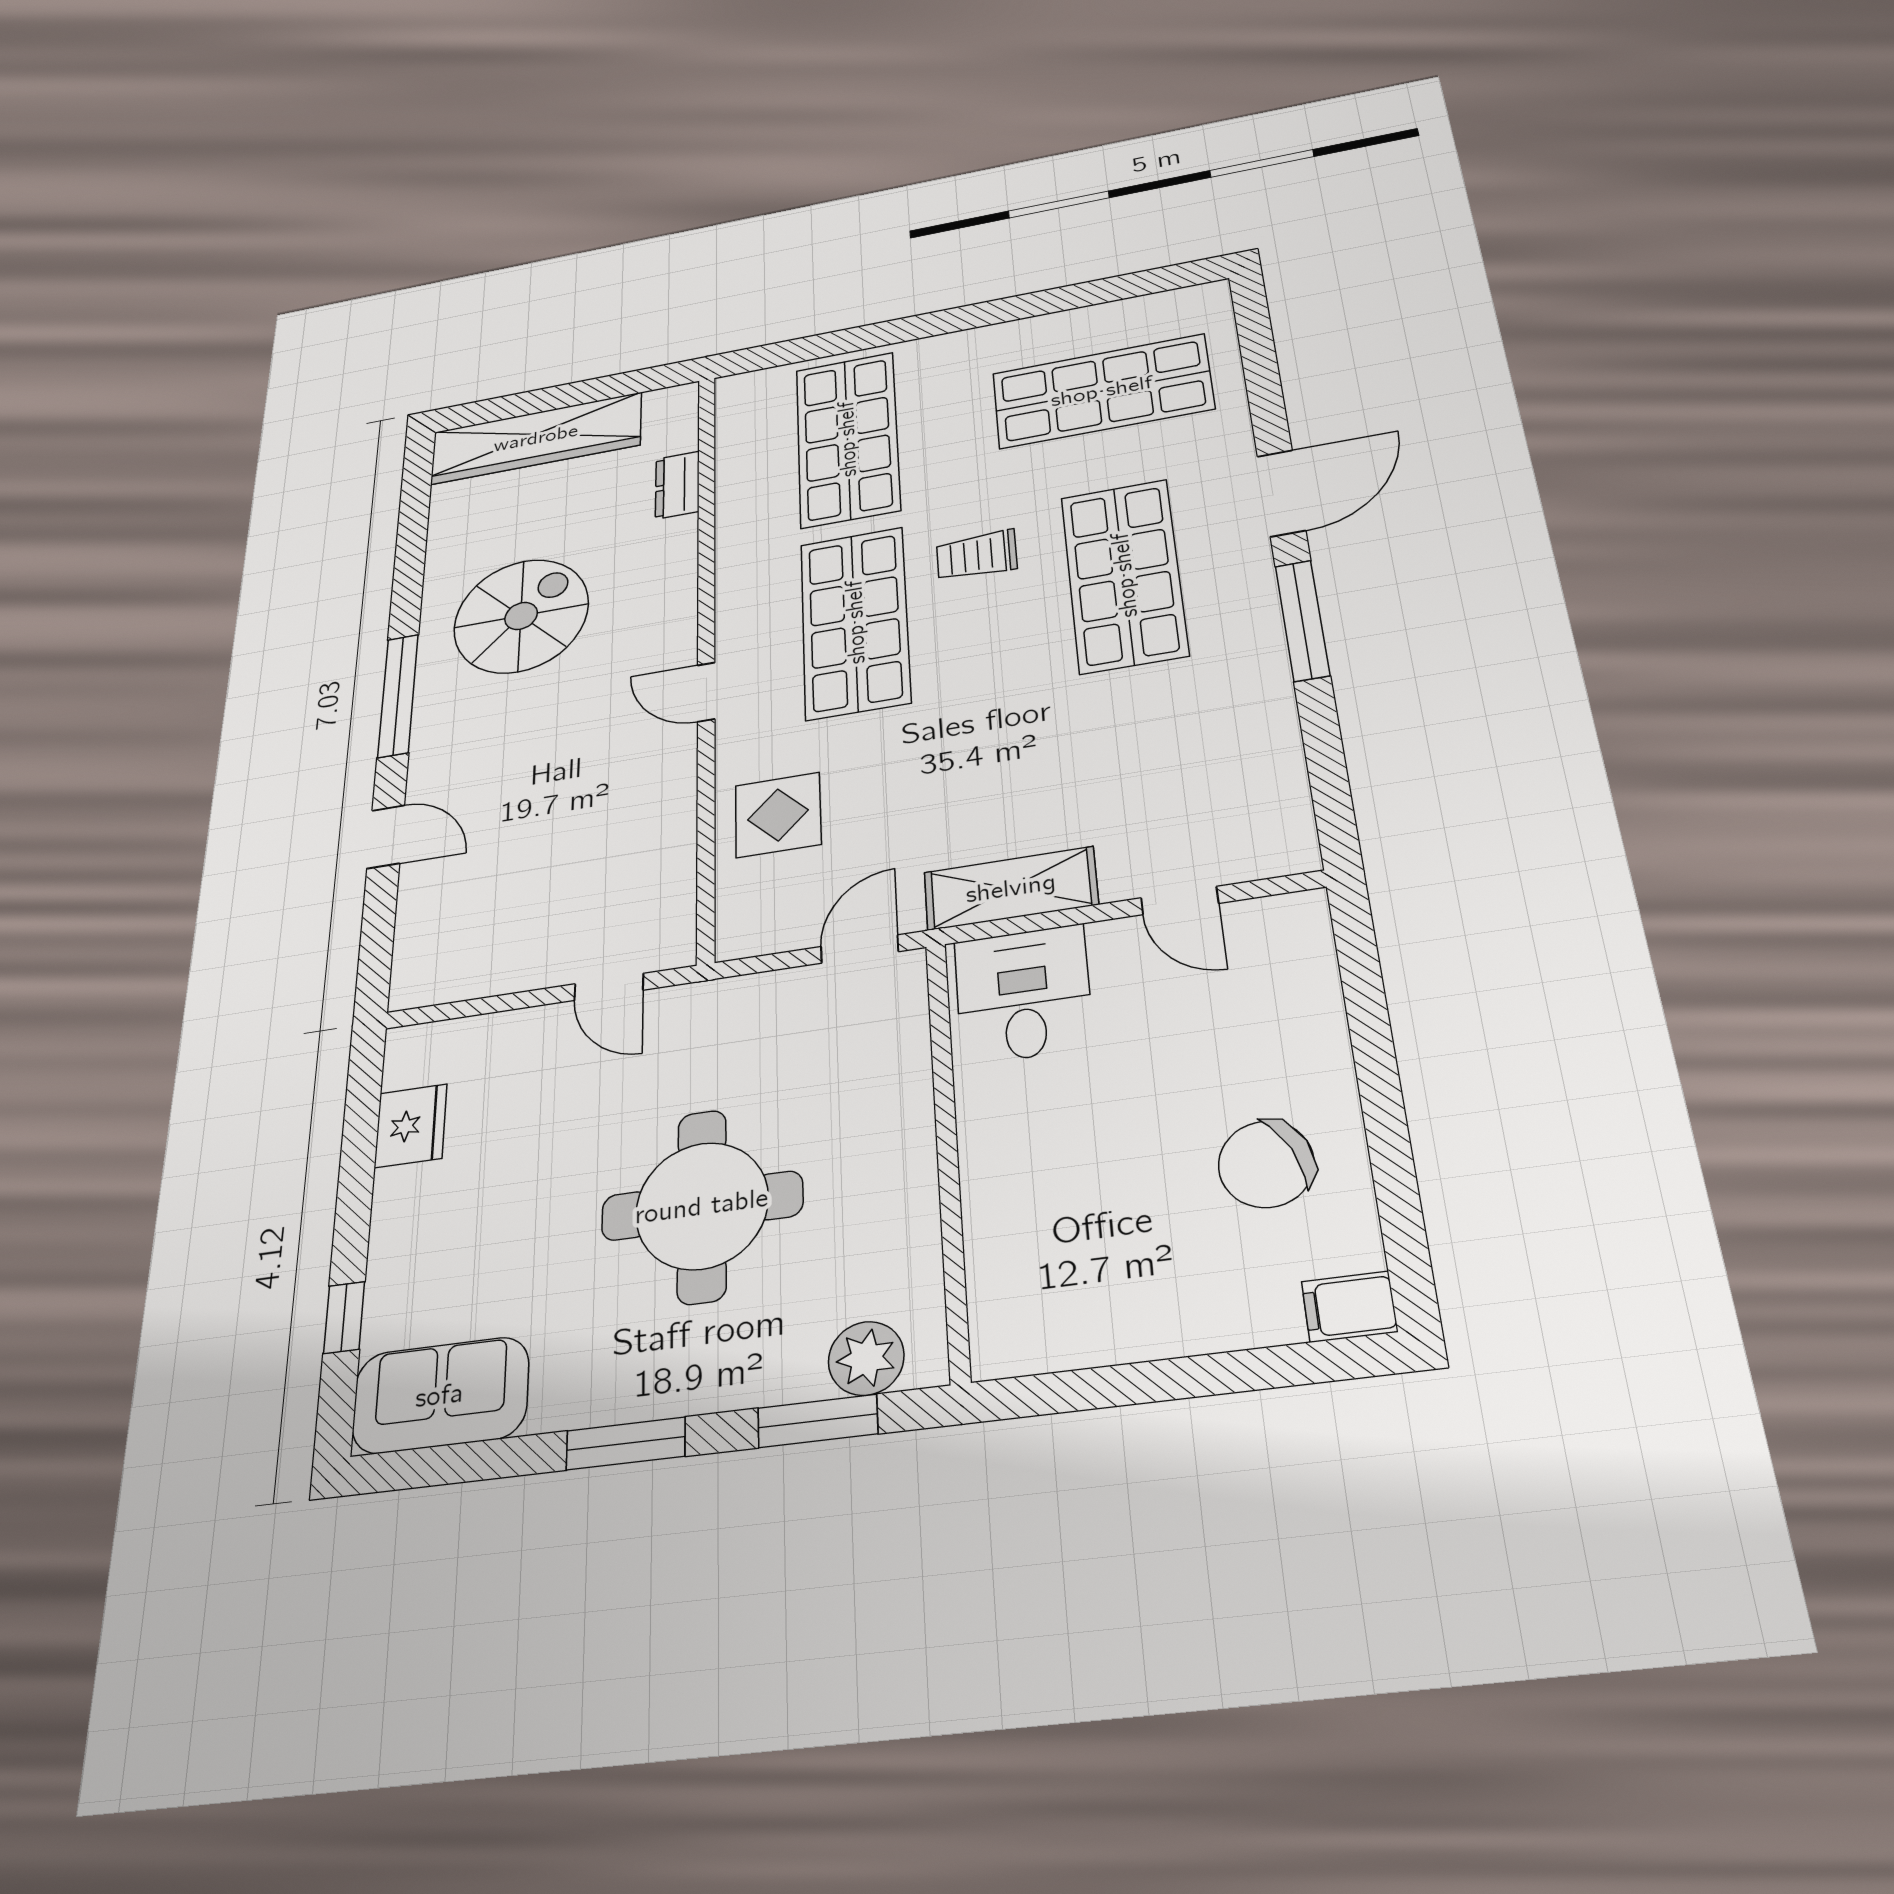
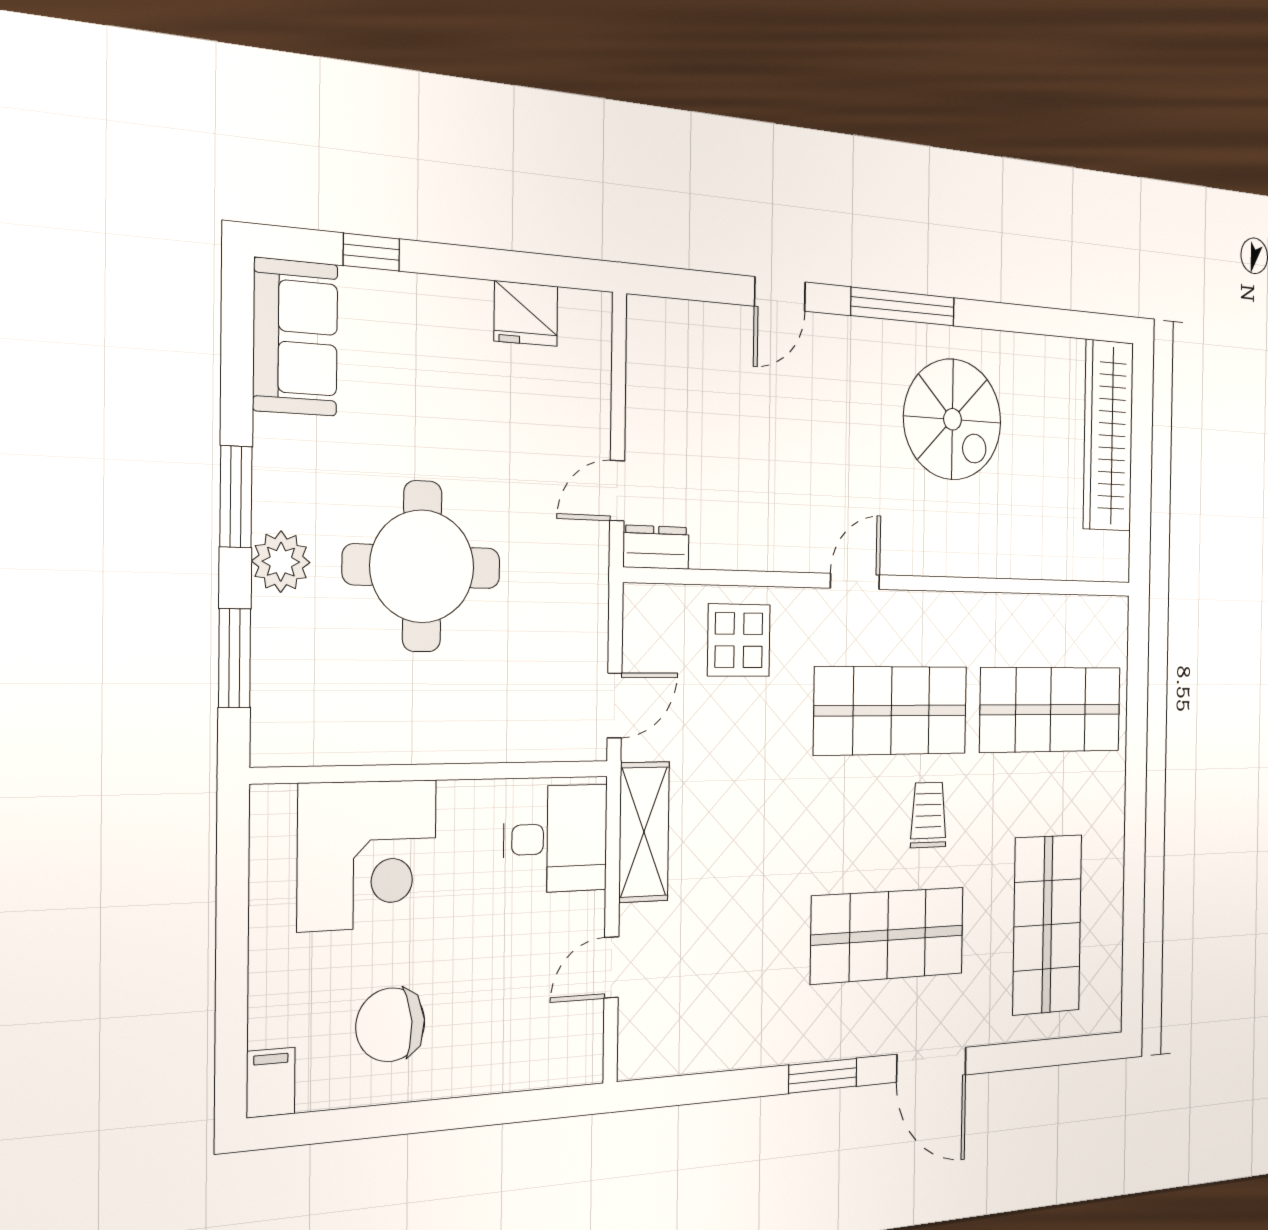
dresser: (677, 485) -> (656, 547), moved
window: (1302, 620) -> (823, 1076), width x0.69
door: (860, 949) -> (615, 705), hinge flipped
chair: (1266, 1164) -> (390, 1025), turned -69
corner desk: (1053, 1223) -> (367, 855), added
plant: (866, 1358) -> (281, 562), moved

